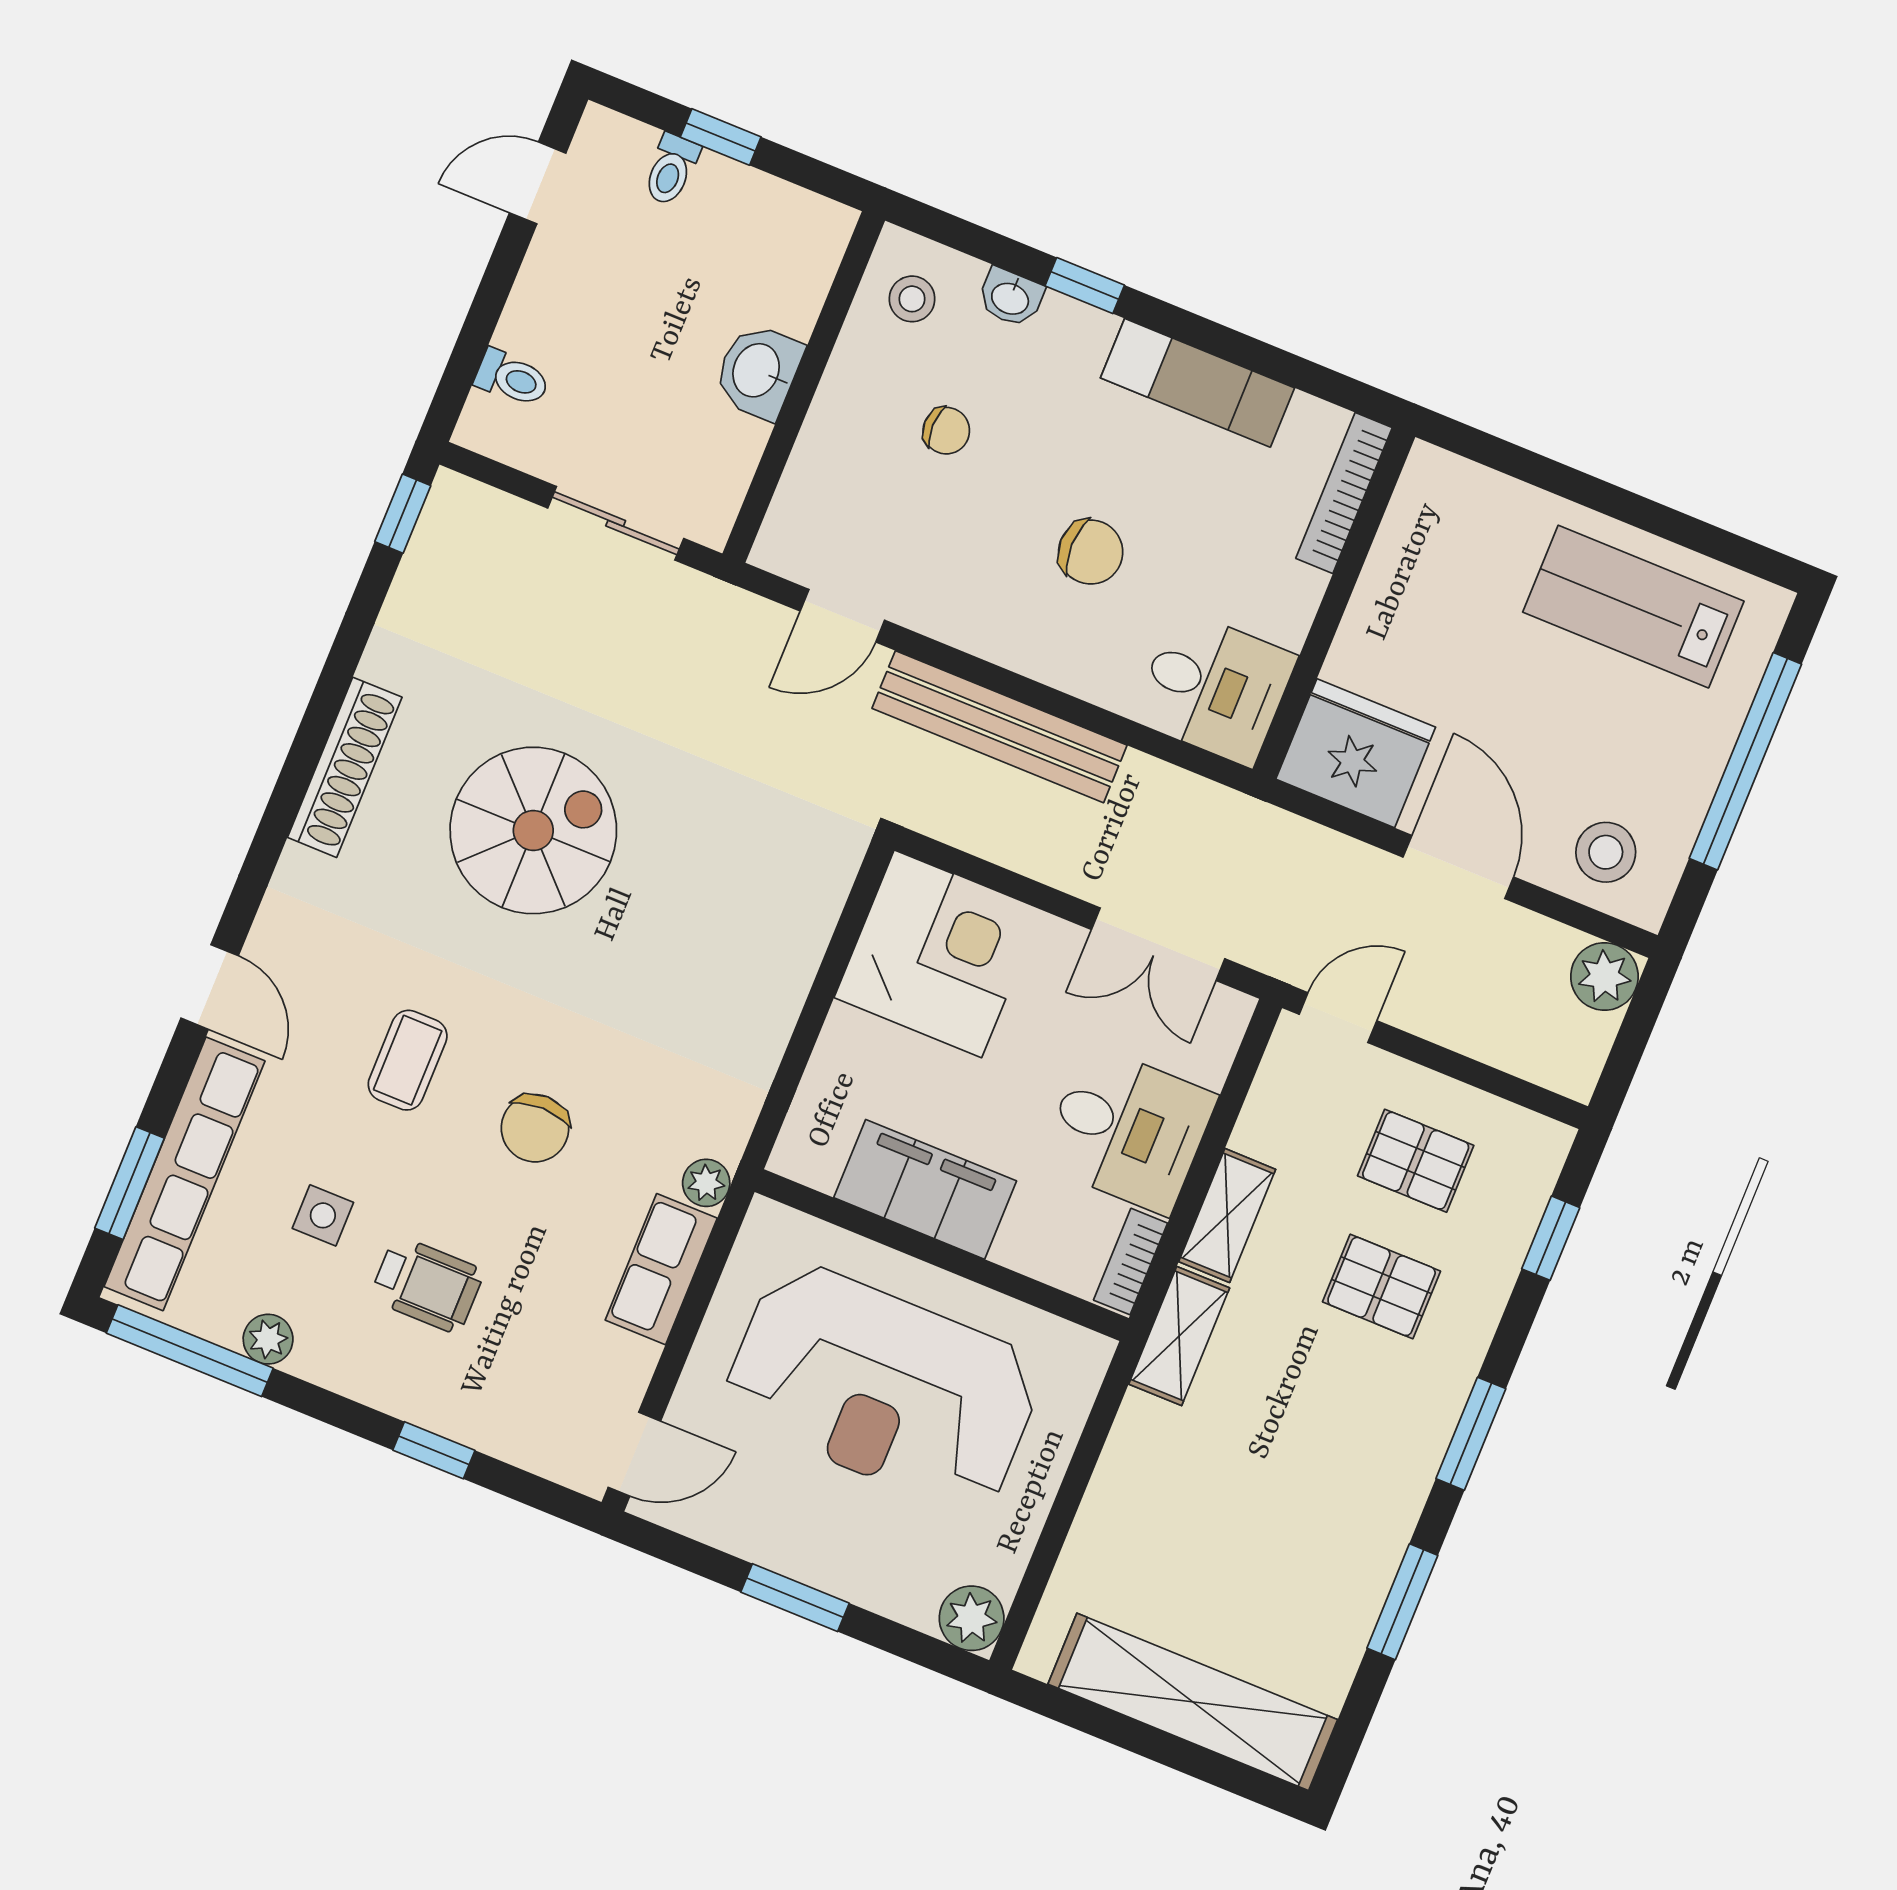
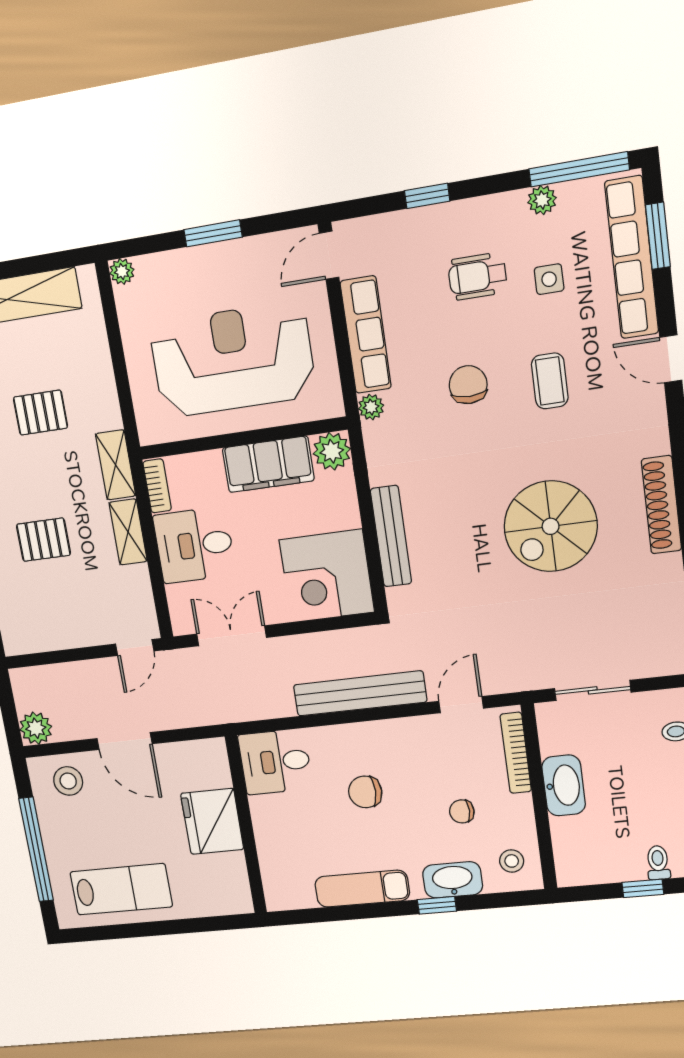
washbasin: (1011, 297) -> (453, 880), width x1.91, depth x1.45
washbasin: (758, 371) -> (564, 785), width x1.38
bookcase: (1344, 493) -> (516, 753), moved, turned 180
fridge: (1356, 753) -> (212, 821), moved, turned 90
bench: (795, 959) -> (391, 536), added
plant: (810, 1150) -> (332, 451), added
pallet: (1416, 1161) -> (40, 413), moved
row of seats: (661, 1269) -> (366, 335), width x1.48
plant: (972, 1618) -> (122, 271), width x0.73, depth x0.73

